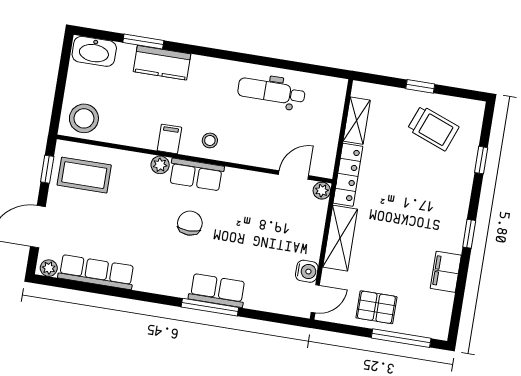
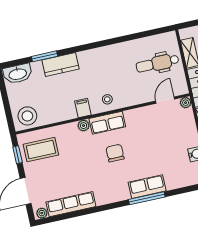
dental chair: (271, 92) -> (157, 63), moved

